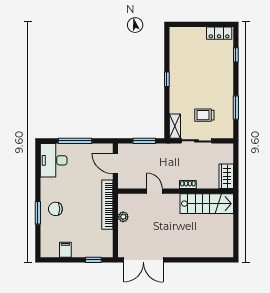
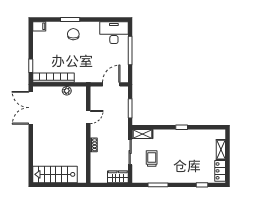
shelving: (194, 32) -> (221, 150), added
wardrobe: (226, 176) -> (118, 177), moved
stairs: (207, 204) -> (55, 174), moved, turned 90
bookcase: (107, 205) -> (53, 78), moved
filing cabinet: (65, 250) -> (39, 26), moved

